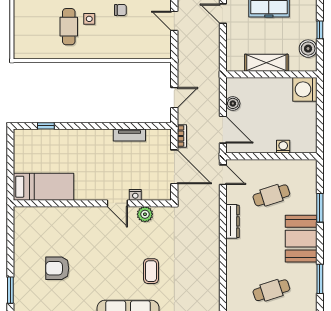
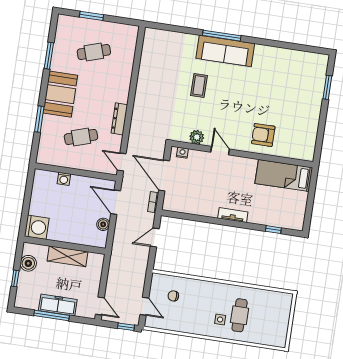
chair: (120, 10) -> (173, 296), moved
tv unit: (129, 135) -> (233, 215), moved
nightstand: (135, 195) -> (182, 153), moved
armchair: (57, 268) -> (263, 135), moved, turned 180

